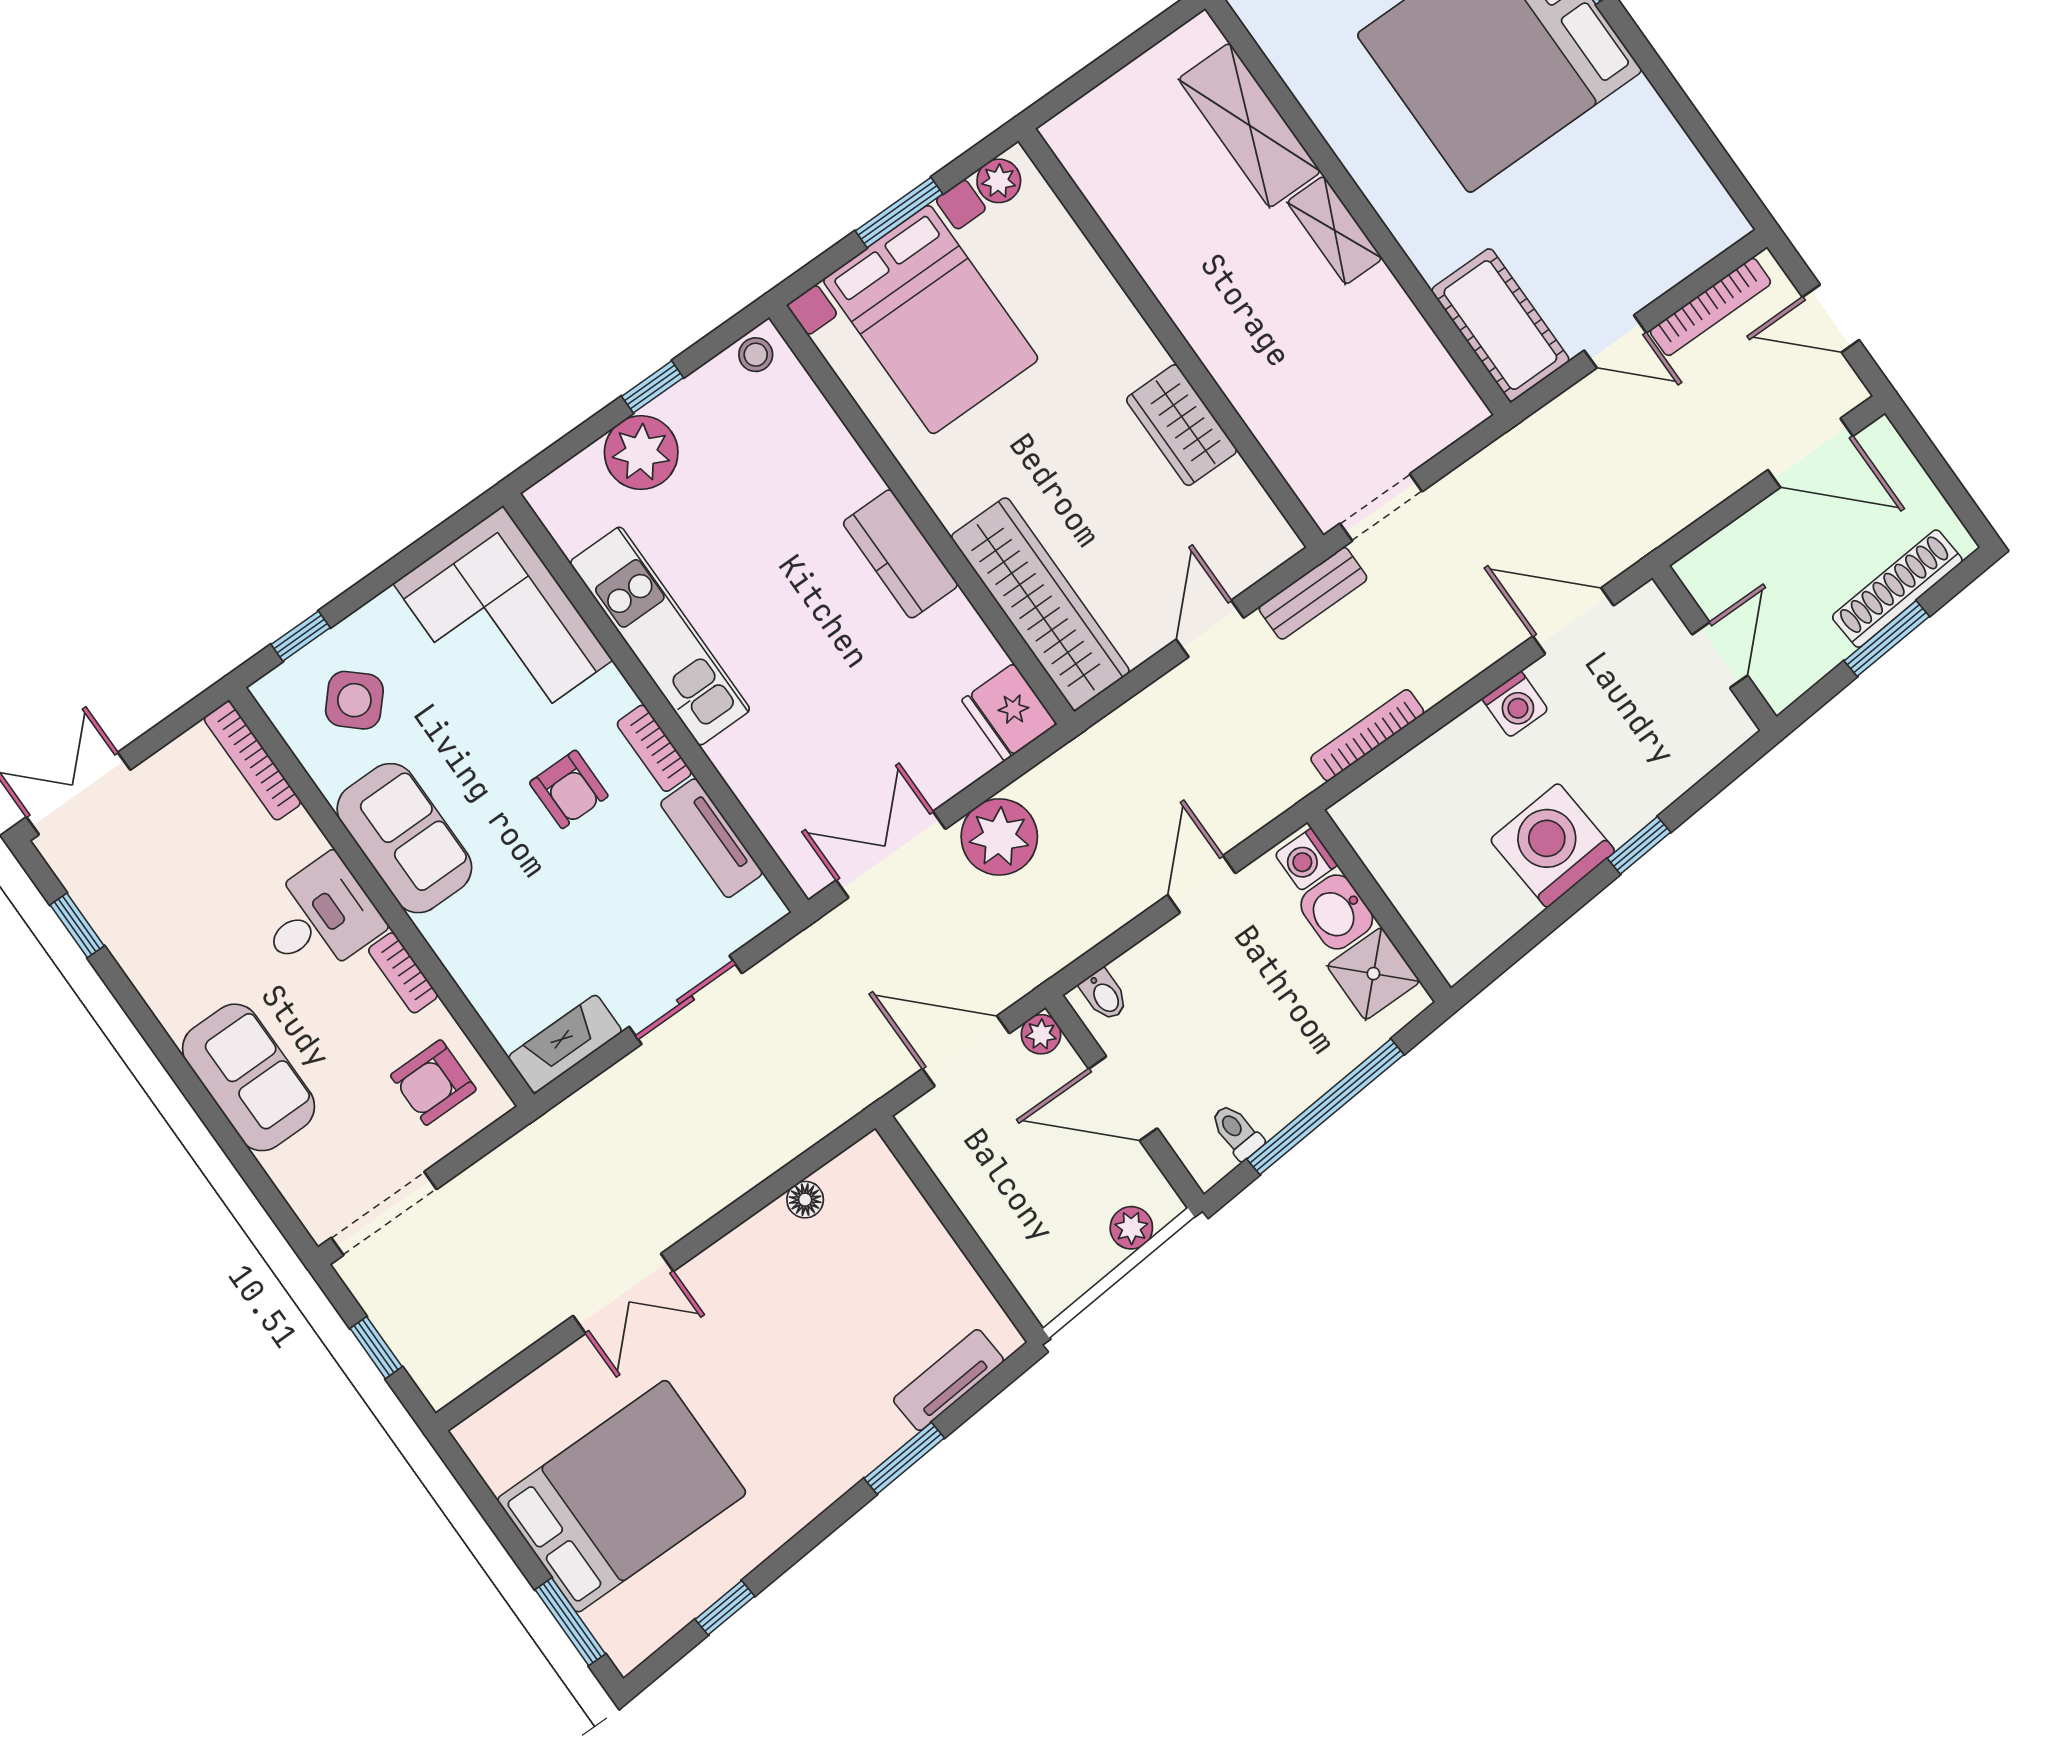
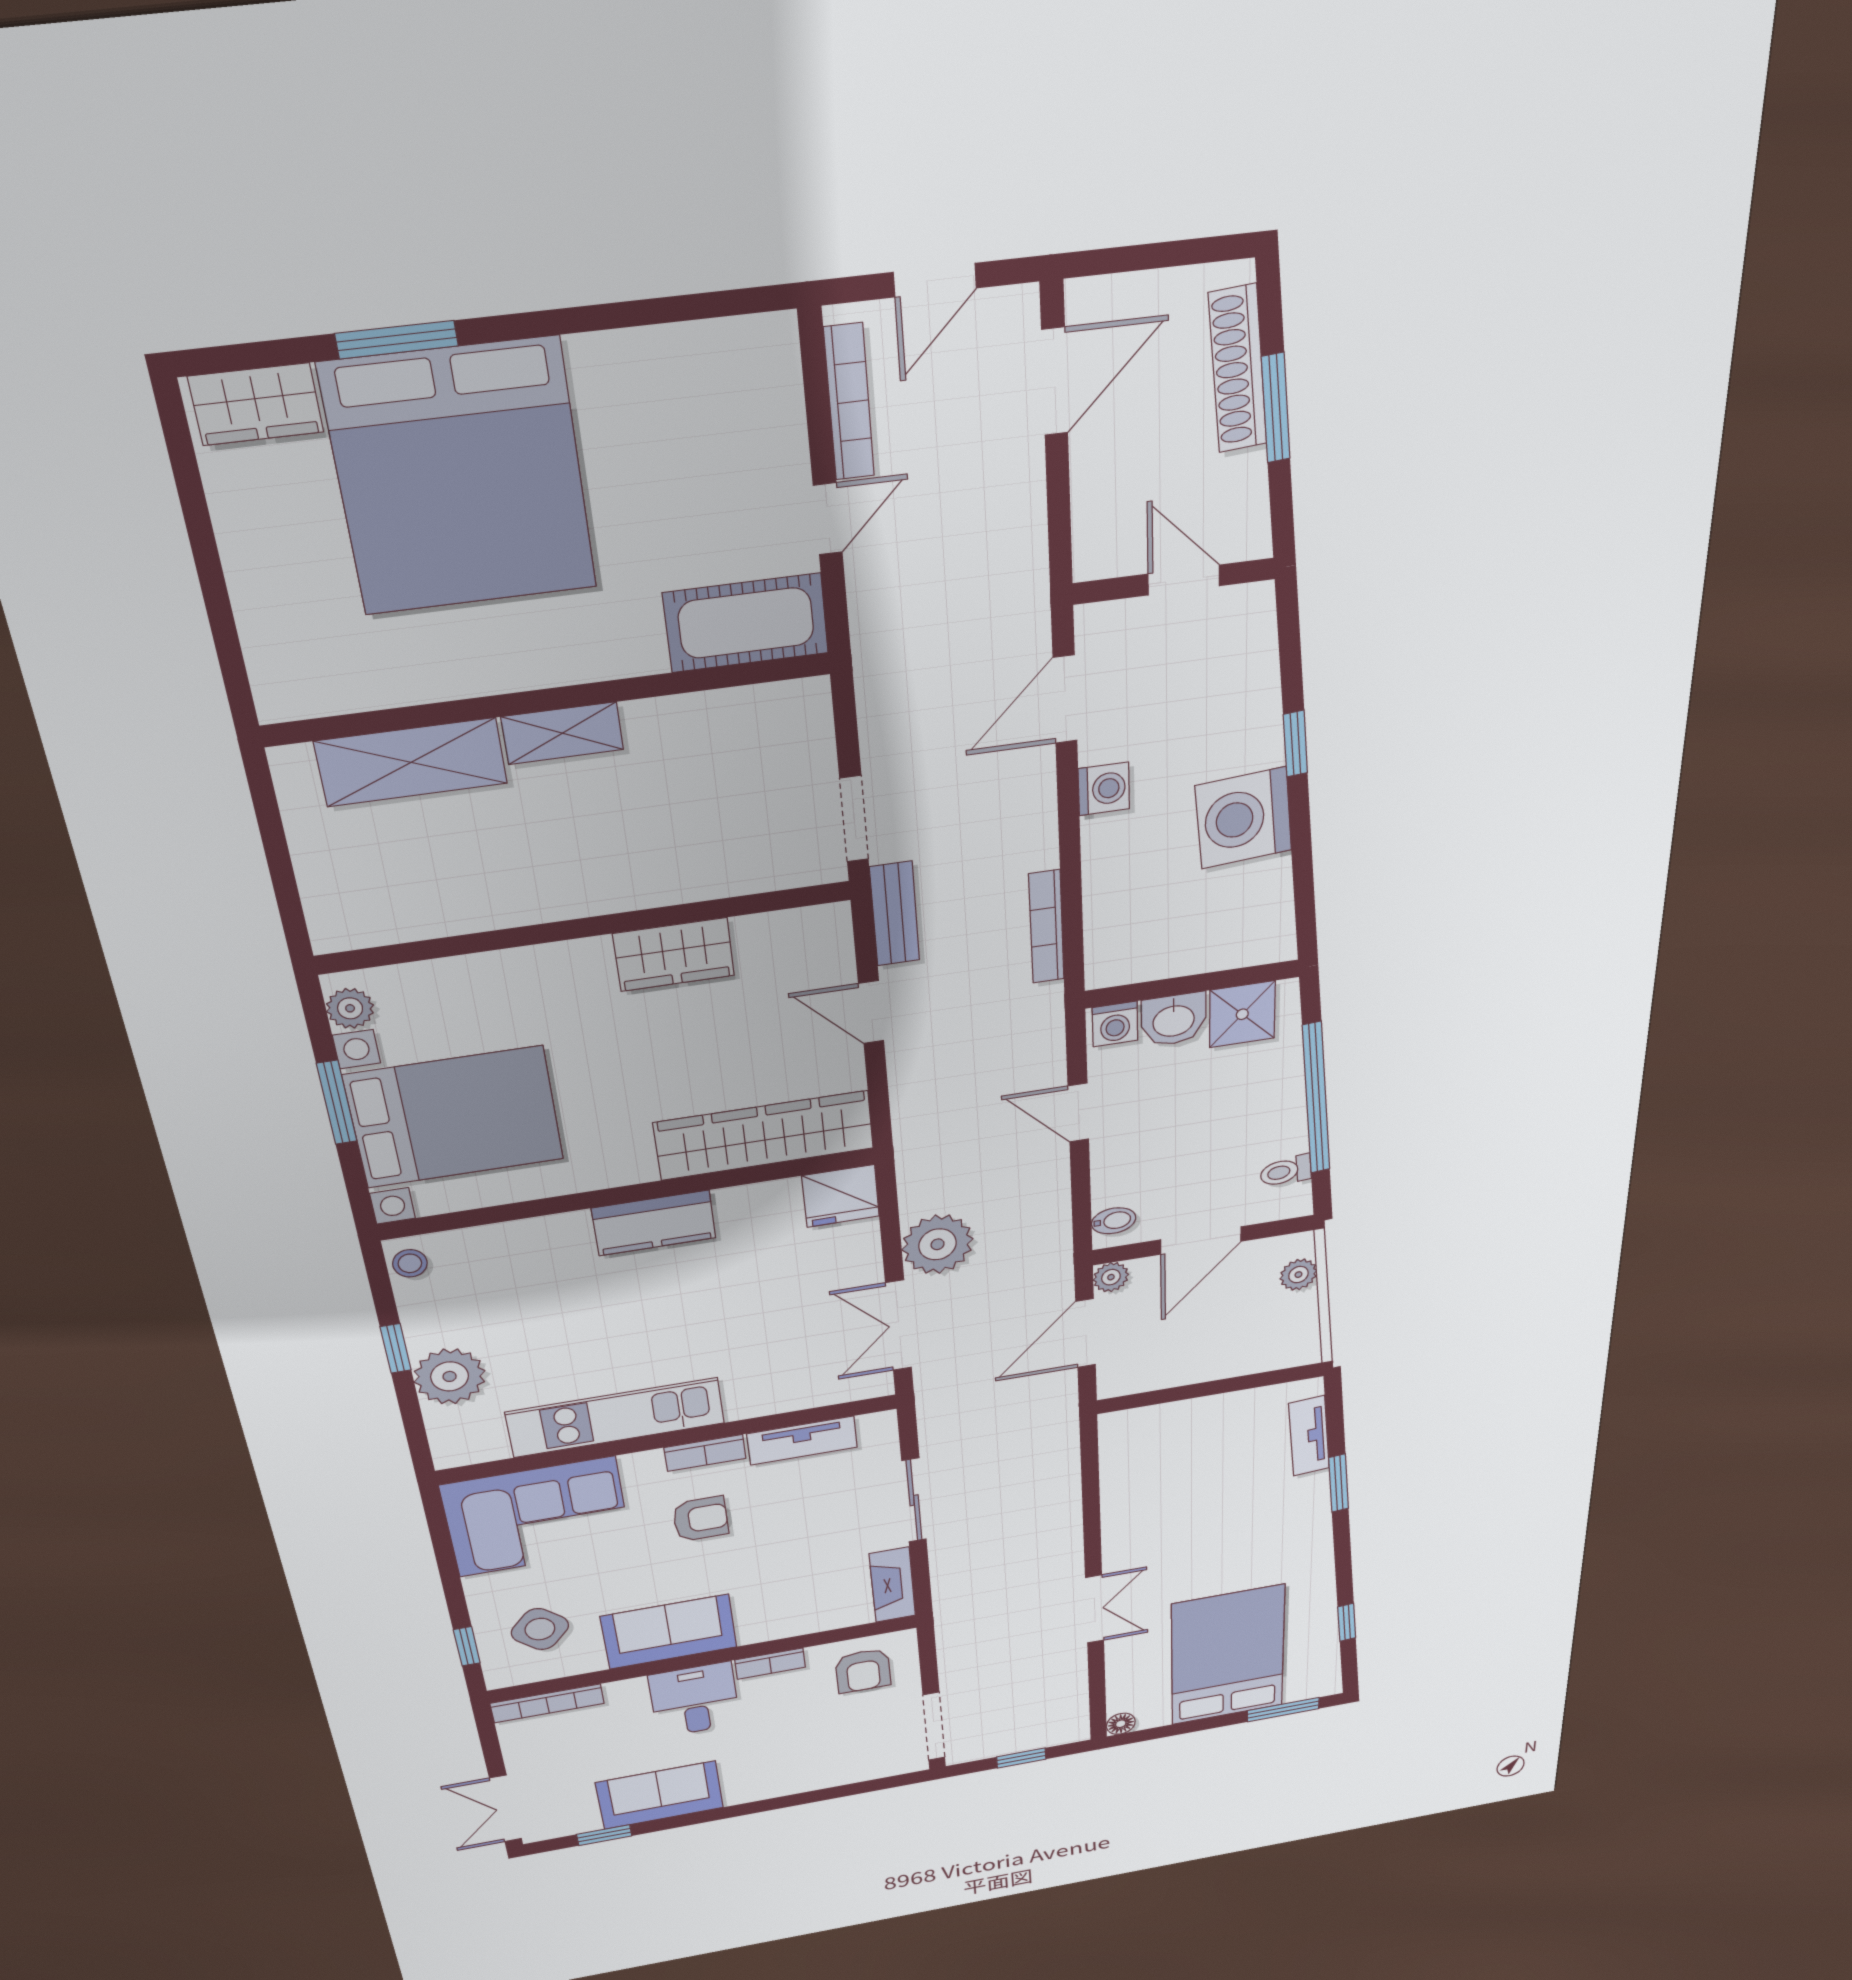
sofa: (248, 1077) -> (660, 1795), moved
floor lamp: (805, 1200) -> (1121, 1724), moved

